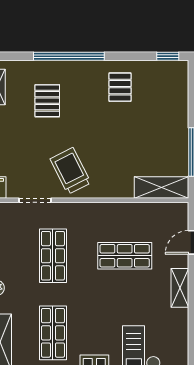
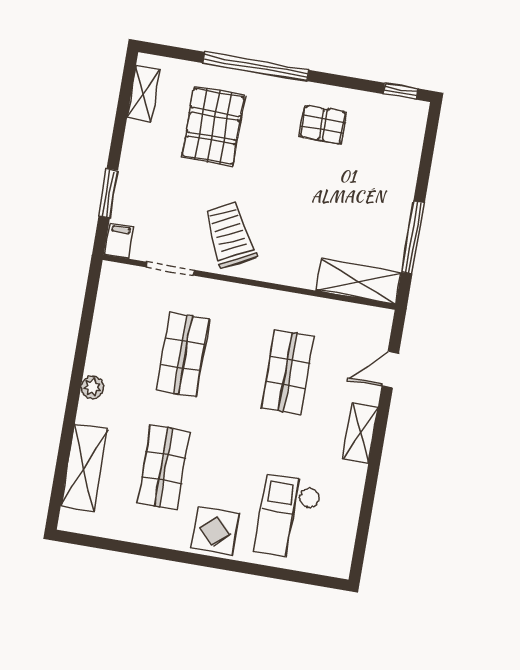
pallet: (120, 87) -> (323, 125), turned 90
pallet: (47, 101) -> (213, 126), width x1.50, depth x1.42
shop shelf: (125, 256) -> (288, 372), turned 90

